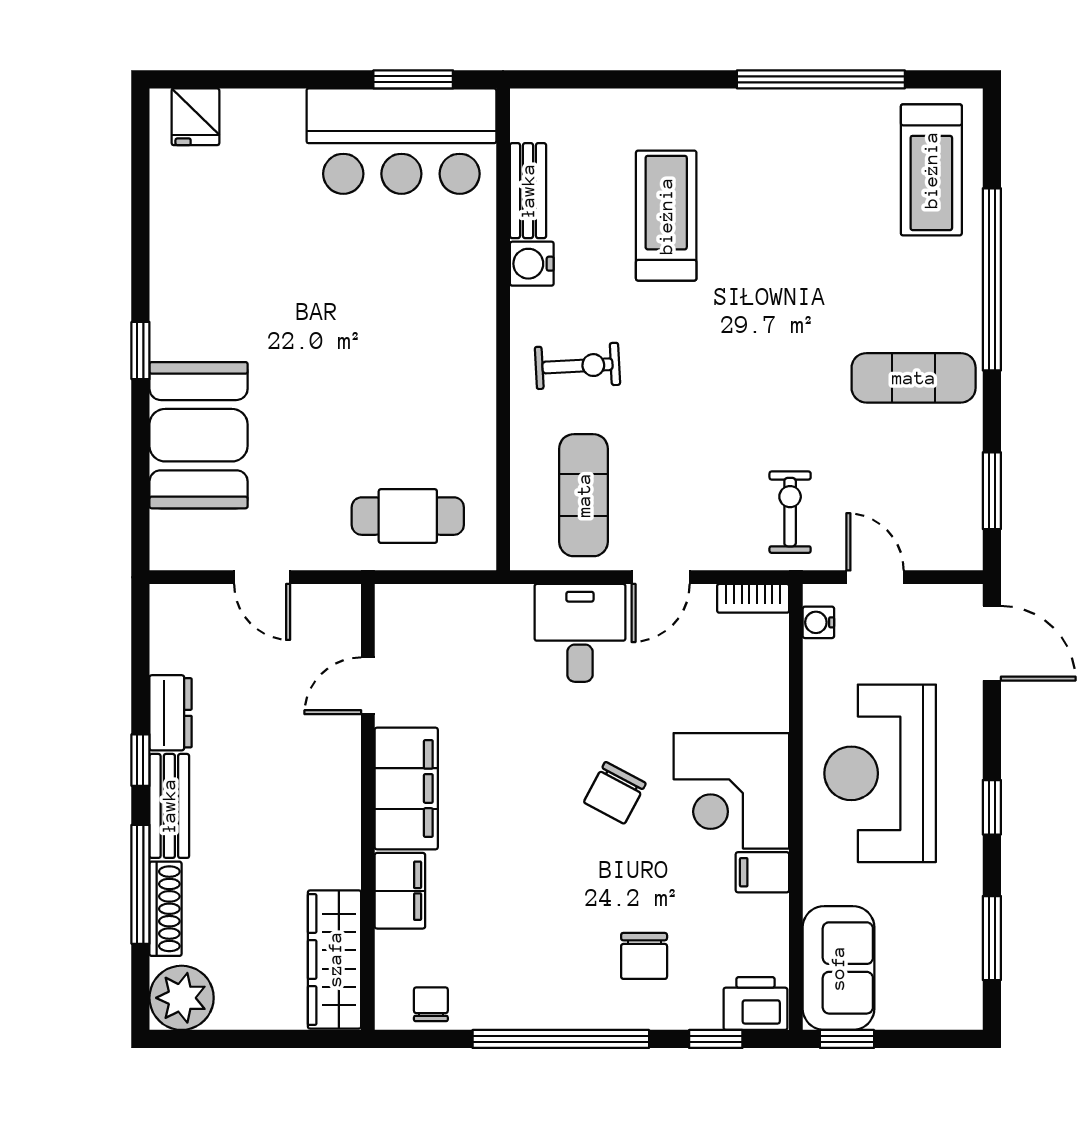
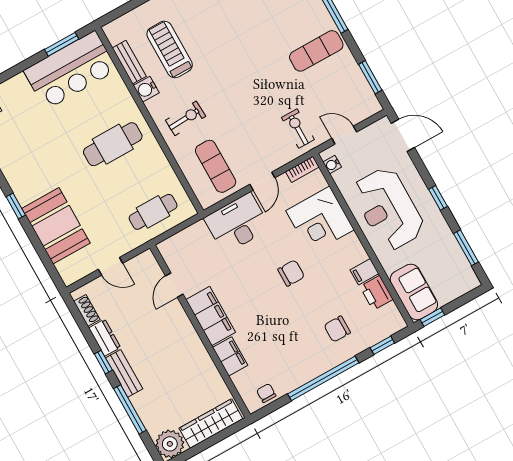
treadmill: (666, 216) -> (170, 49), moved
cafe table: (403, 336) -> (113, 144), added
desk: (580, 633) -> (237, 223), width x1.37
corner desk: (731, 791) -> (320, 220), moved
chair: (615, 793) -> (291, 273), turned -118
shoe rack: (166, 909) -> (87, 310), moved, width x0.70
chair: (644, 956) -> (337, 329), turned 90
wardrobe: (335, 959) -> (211, 424), moved, turned 90
printer: (755, 1003) -> (376, 293), moved, turned -90

